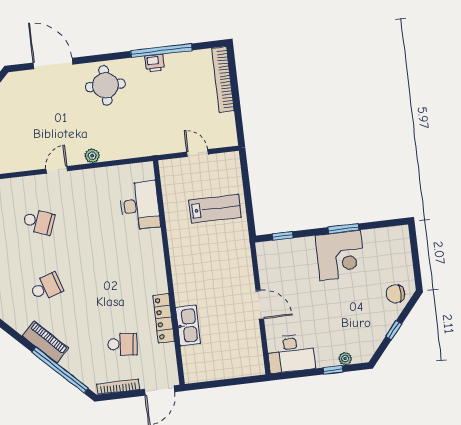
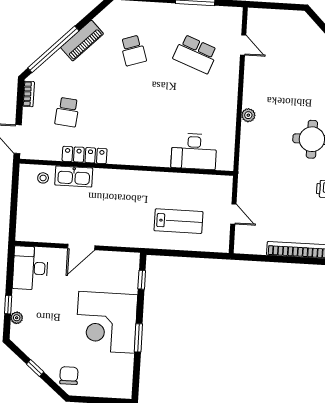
door: (198, 153) -> (233, 214), hinge flipped
door: (57, 170) -> (243, 45), moved
lab bench: (215, 209) -> (179, 221), turned -90
school desk: (39, 222) -> (196, 54), width x1.85
corner desk: (340, 255) -> (107, 322), width x1.36, depth x1.36
stool: (195, 357) -> (43, 178), added
bookcase: (118, 387) -> (29, 94), width x0.64

